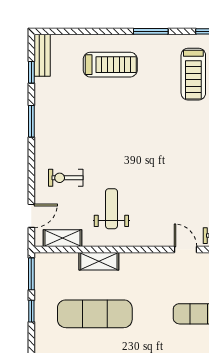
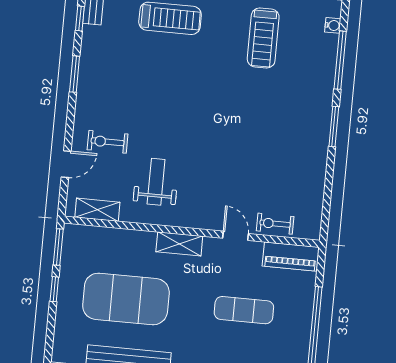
door: (31, 216) -> (66, 164), moved
shelving: (99, 261) -> (179, 244), moved
exercise mat: (95, 314) -> (126, 299), width x1.47

